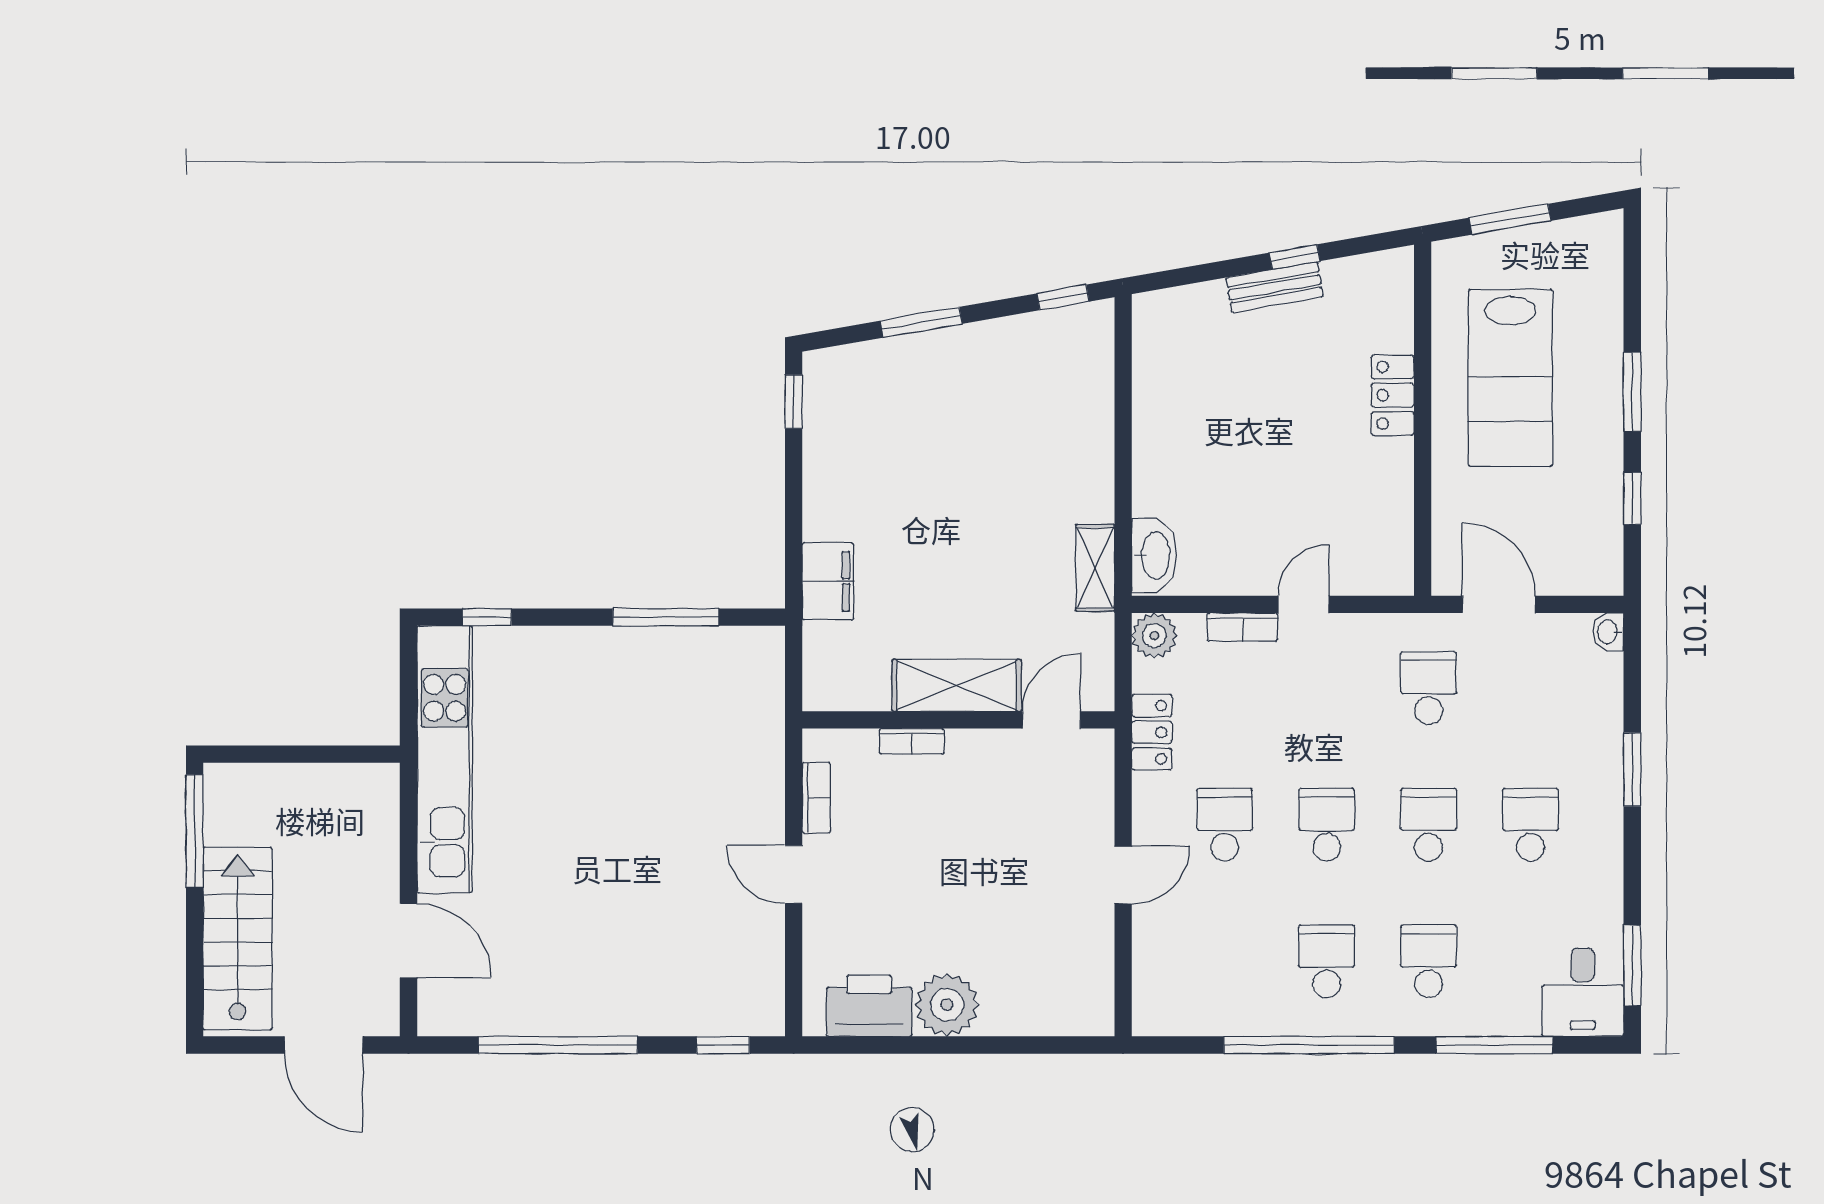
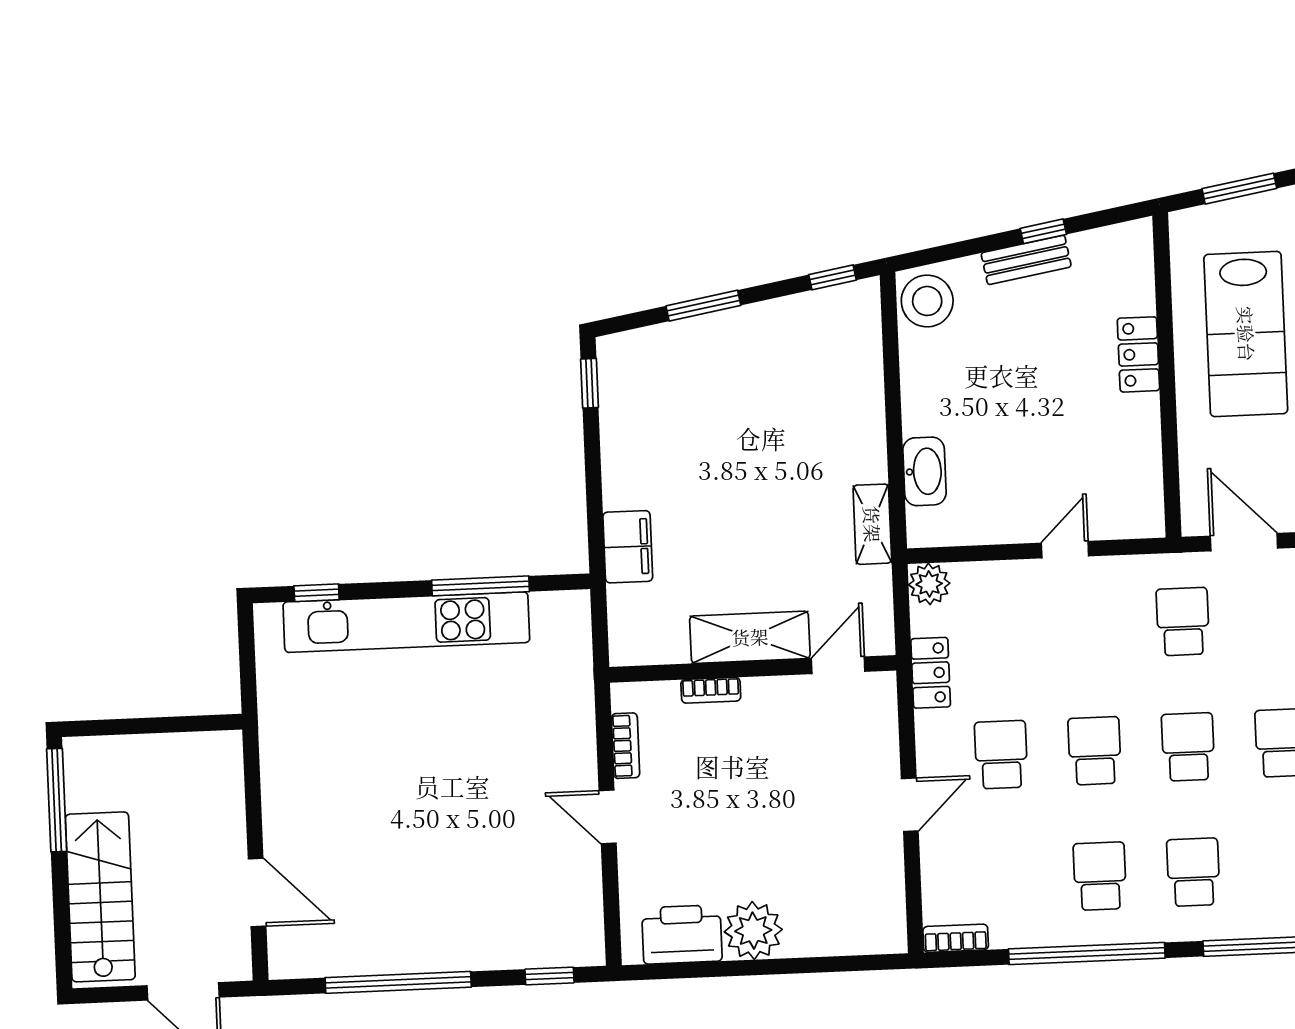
stool: (1165, 327) -> (927, 301), added
washbasin: (1154, 555) -> (924, 471), moved
bookcase: (1242, 627) -> (956, 938), moved, turned 180
kitchen unit: (445, 759) -> (406, 622), moved, turned 90

